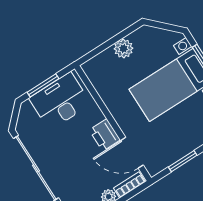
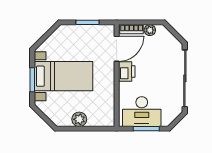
door: (132, 153) -> (117, 49), hinge flipped

